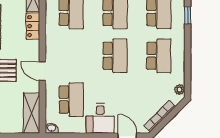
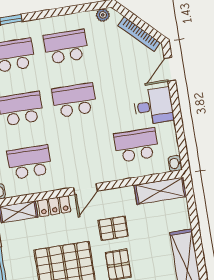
door: (43, 71) -> (85, 189), moved

